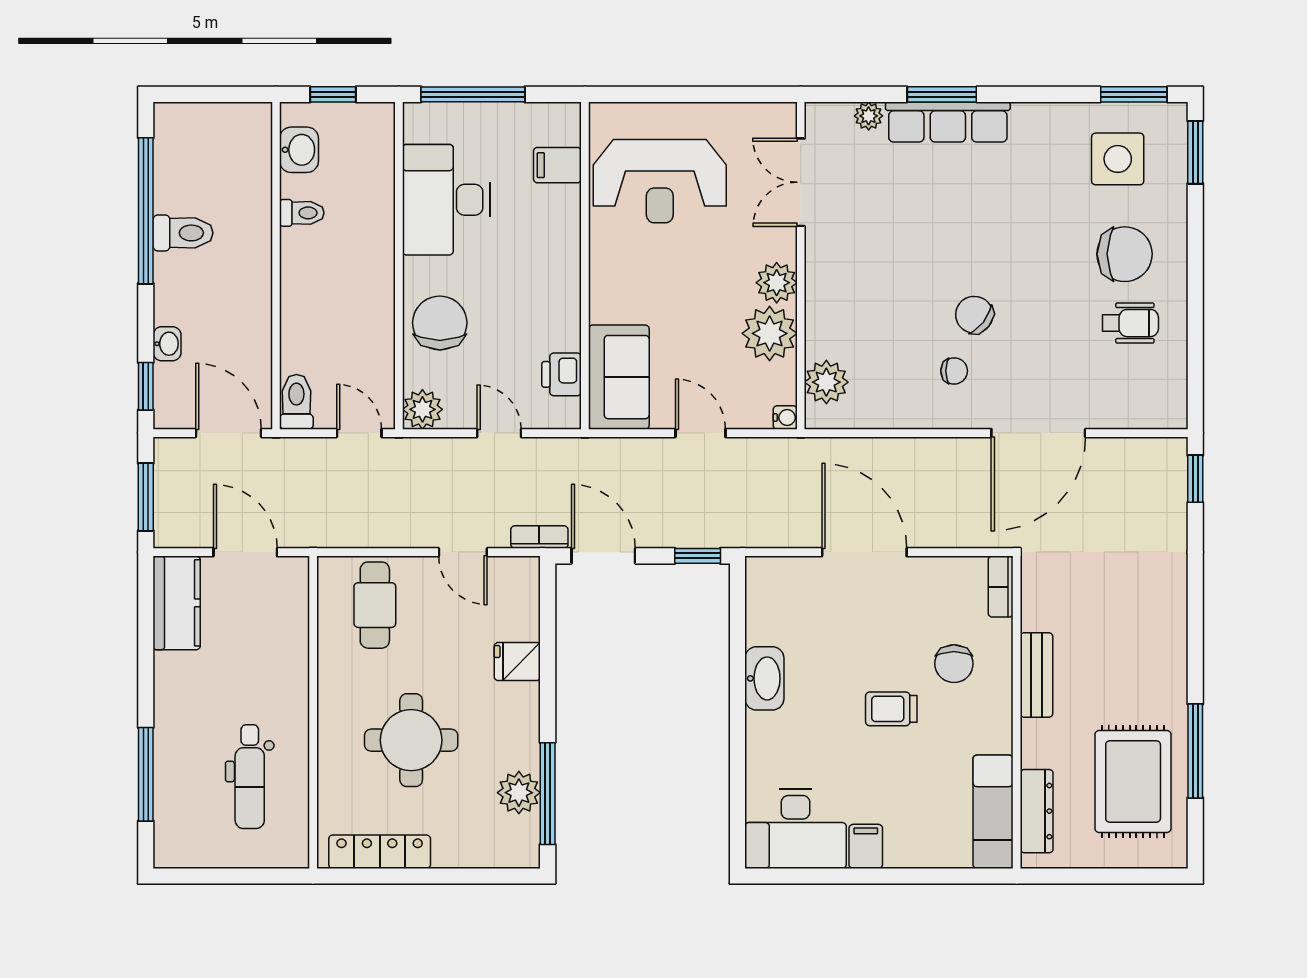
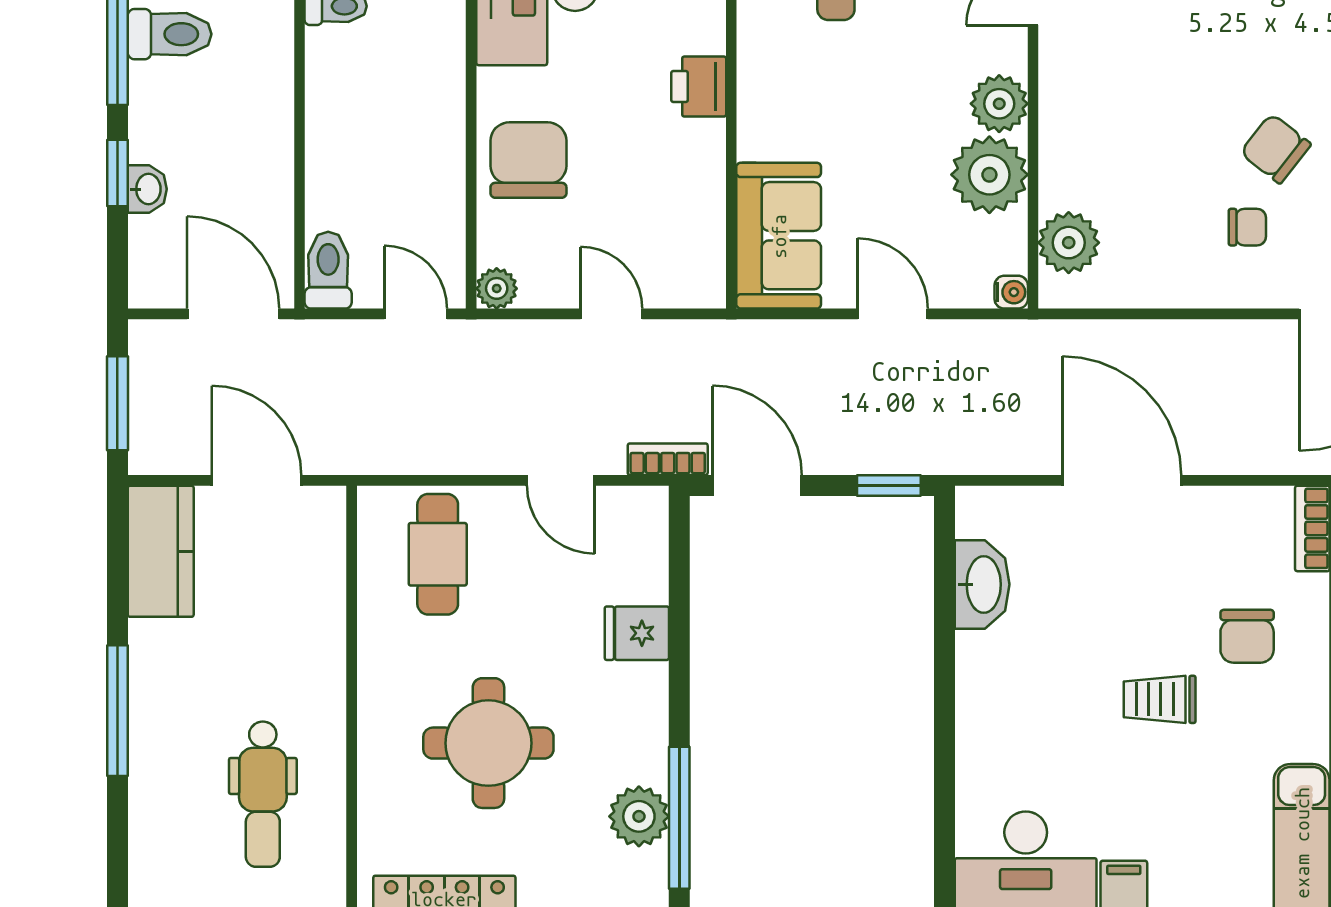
printer: (562, 374) -> (699, 87), moved
window: (146, 386) -> (117, 173), moved
plant: (422, 409) -> (497, 288), width x0.73, depth x0.73
washbasin: (764, 678) -> (982, 584), moved
window: (146, 774) -> (117, 711), moved

